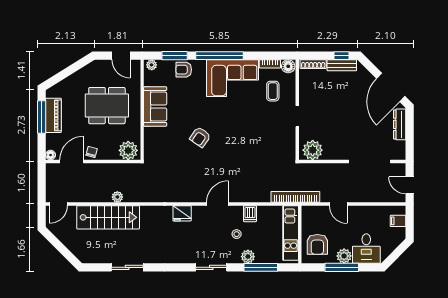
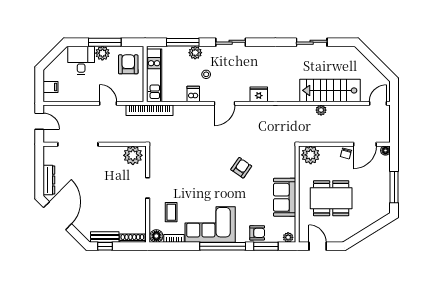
piano: (53, 115) -> (383, 189), removed

